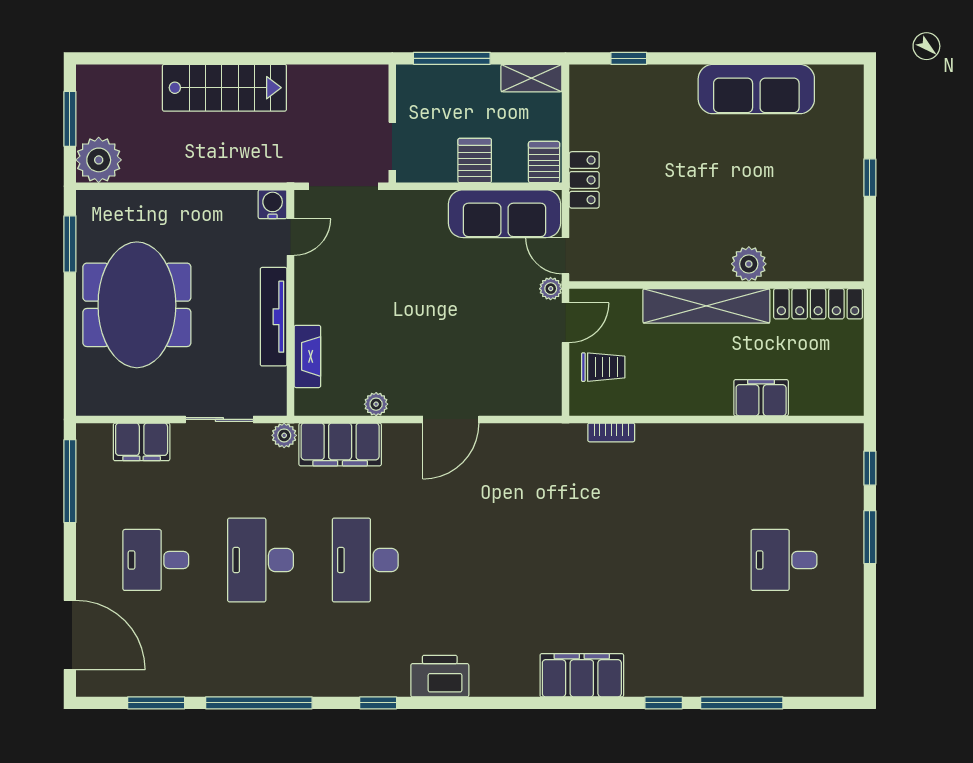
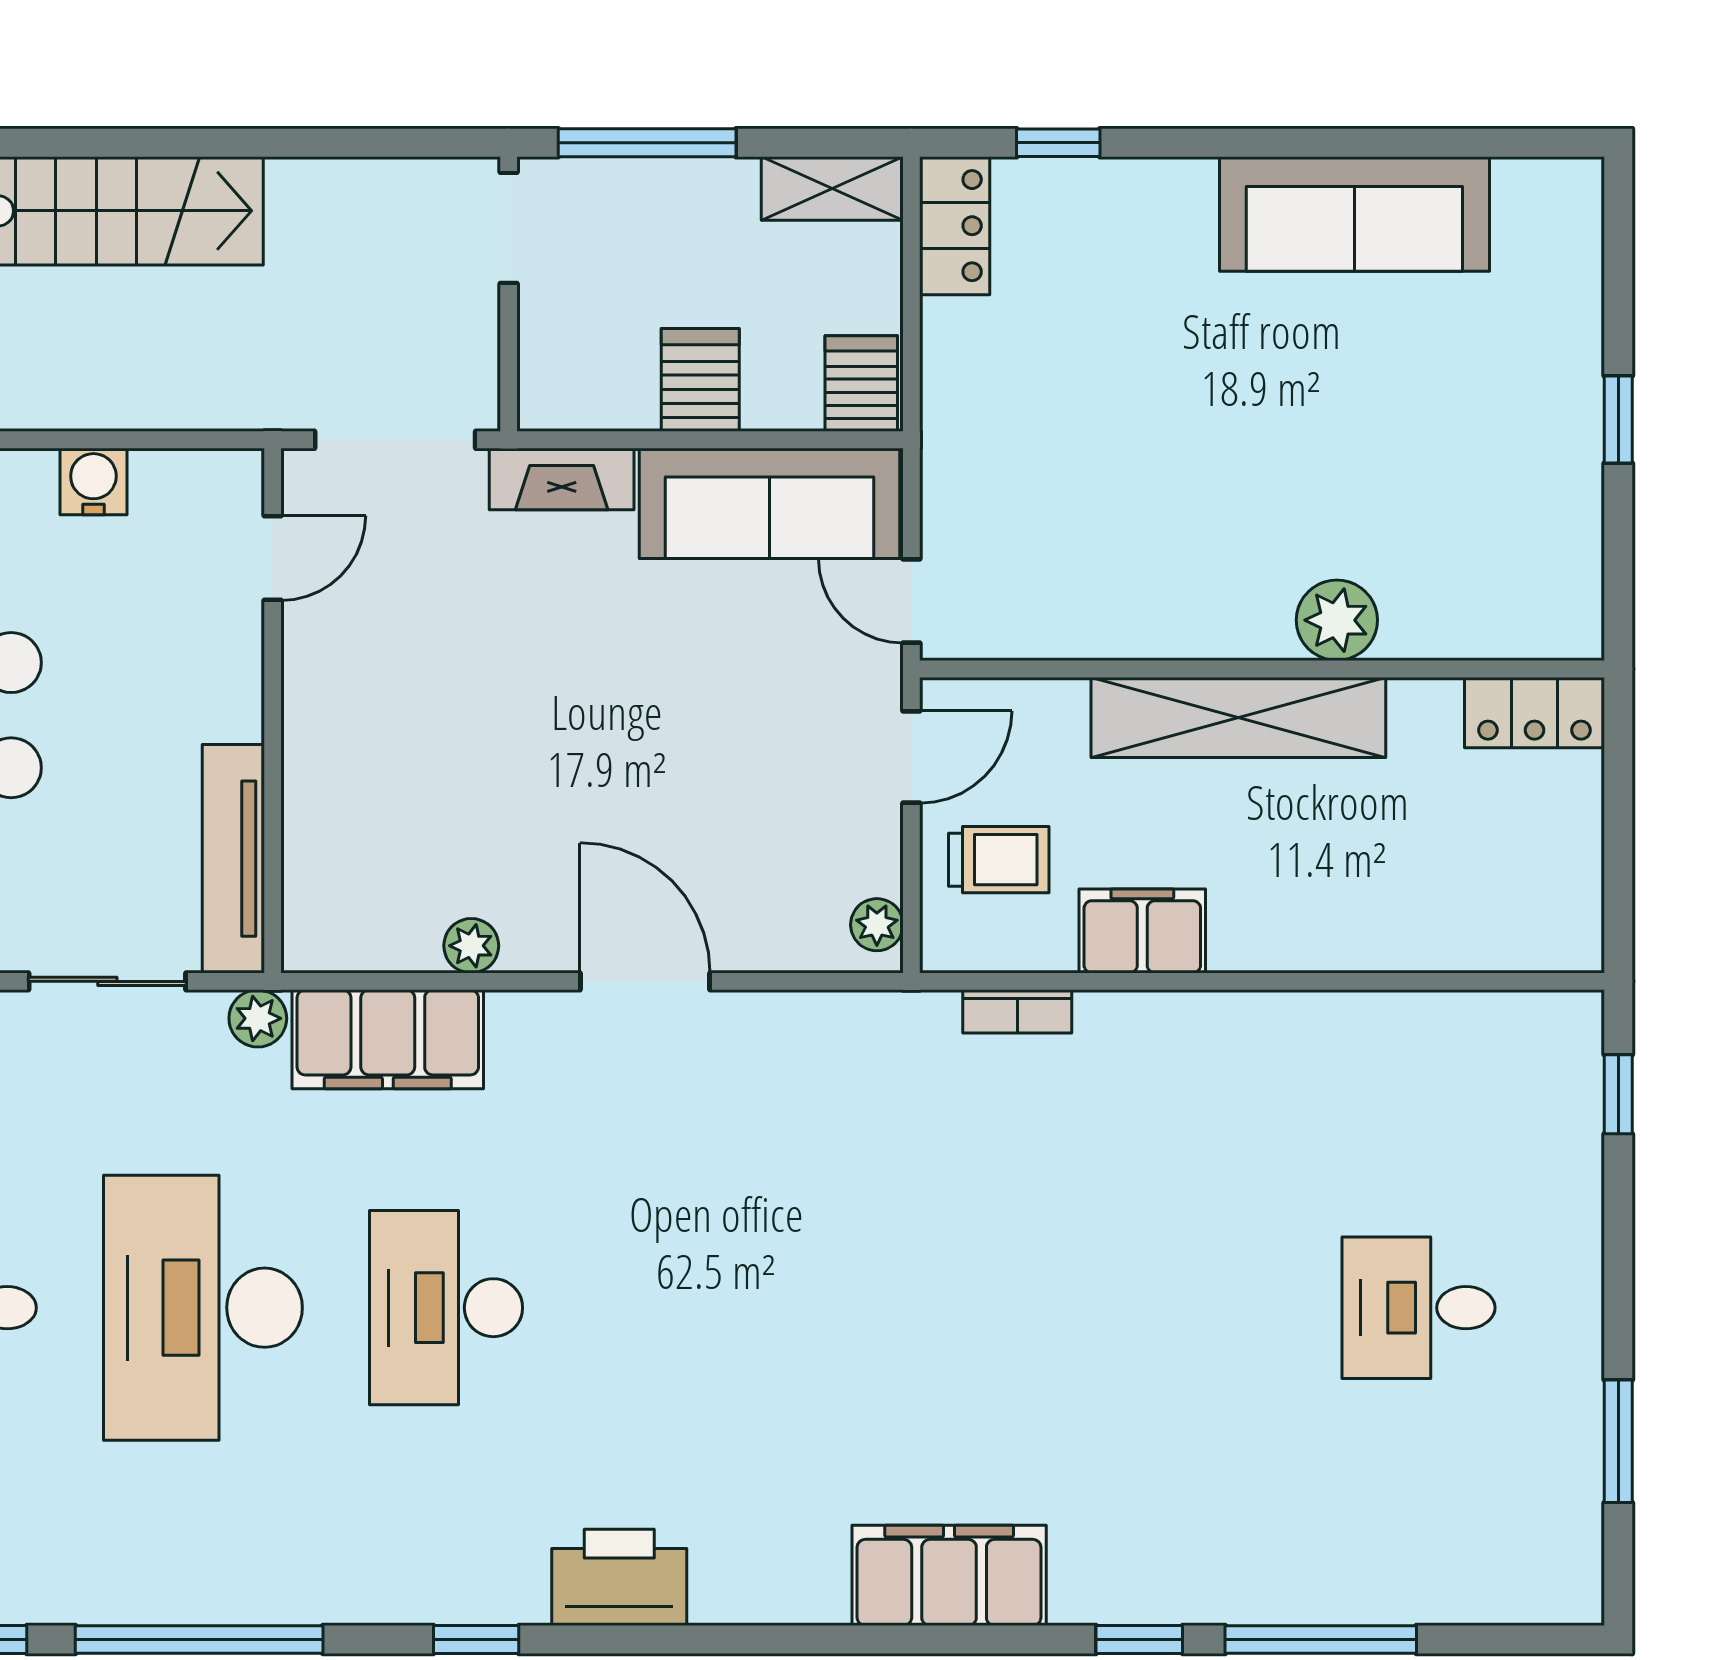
doorway: (392, 146) -> (509, 228), moved
locker: (584, 180) -> (955, 226), moved
water cooler: (273, 204) -> (93, 482), moved
plant: (551, 289) -> (877, 925), moved
locker: (818, 304) -> (1534, 713), width x0.66
tv unit: (274, 317) -> (233, 859), moved
fireplace: (307, 356) -> (562, 479), moved, turned 90
filing cabinet: (761, 398) -> (1142, 931), moved
door: (451, 419) -> (645, 981), swing flipped
window: (870, 537) -> (1618, 1441), moved
desk: (261, 560) -> (203, 1308), width x1.36, depth x1.30

